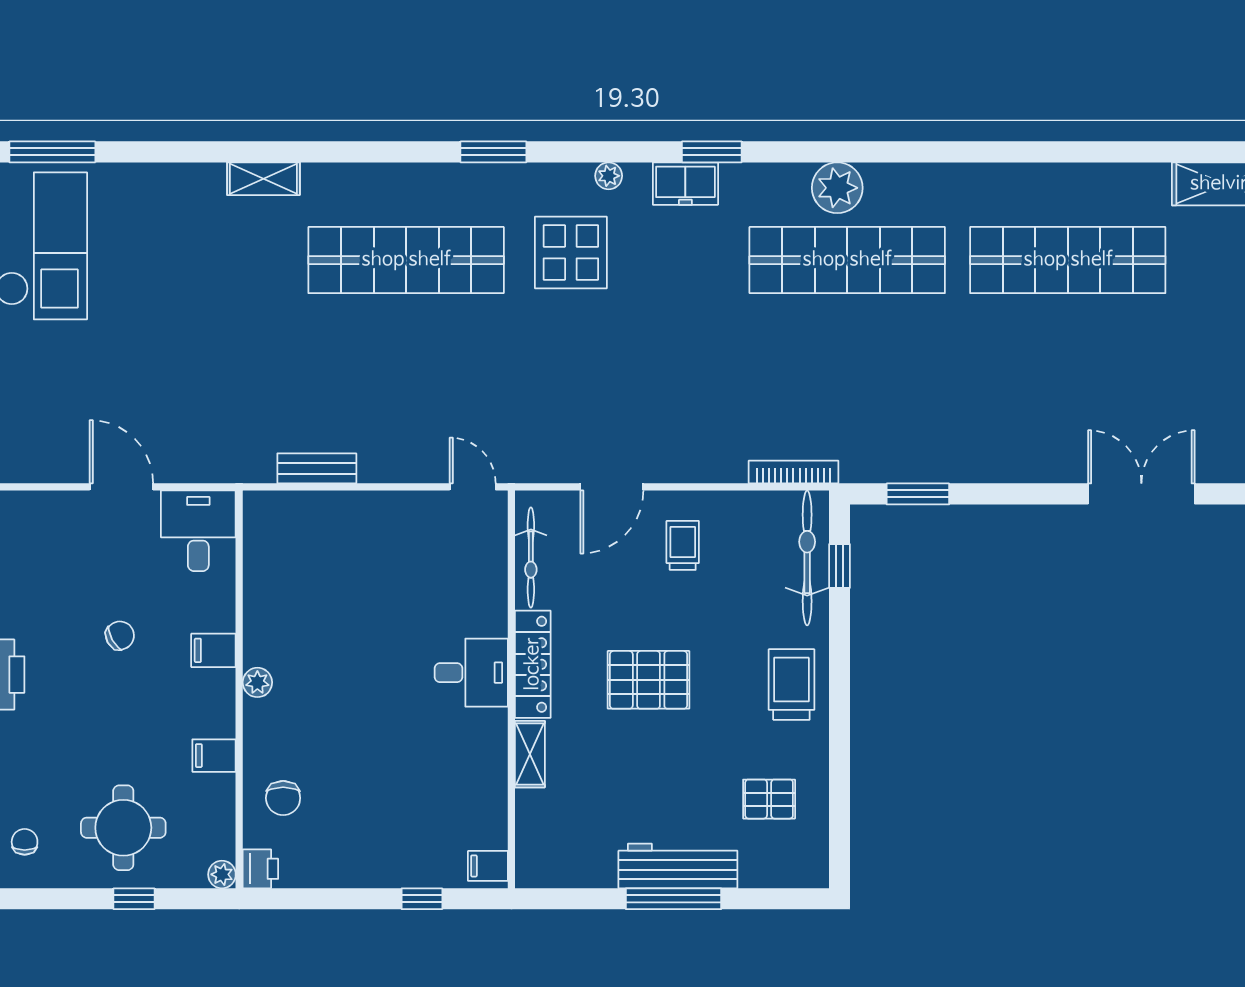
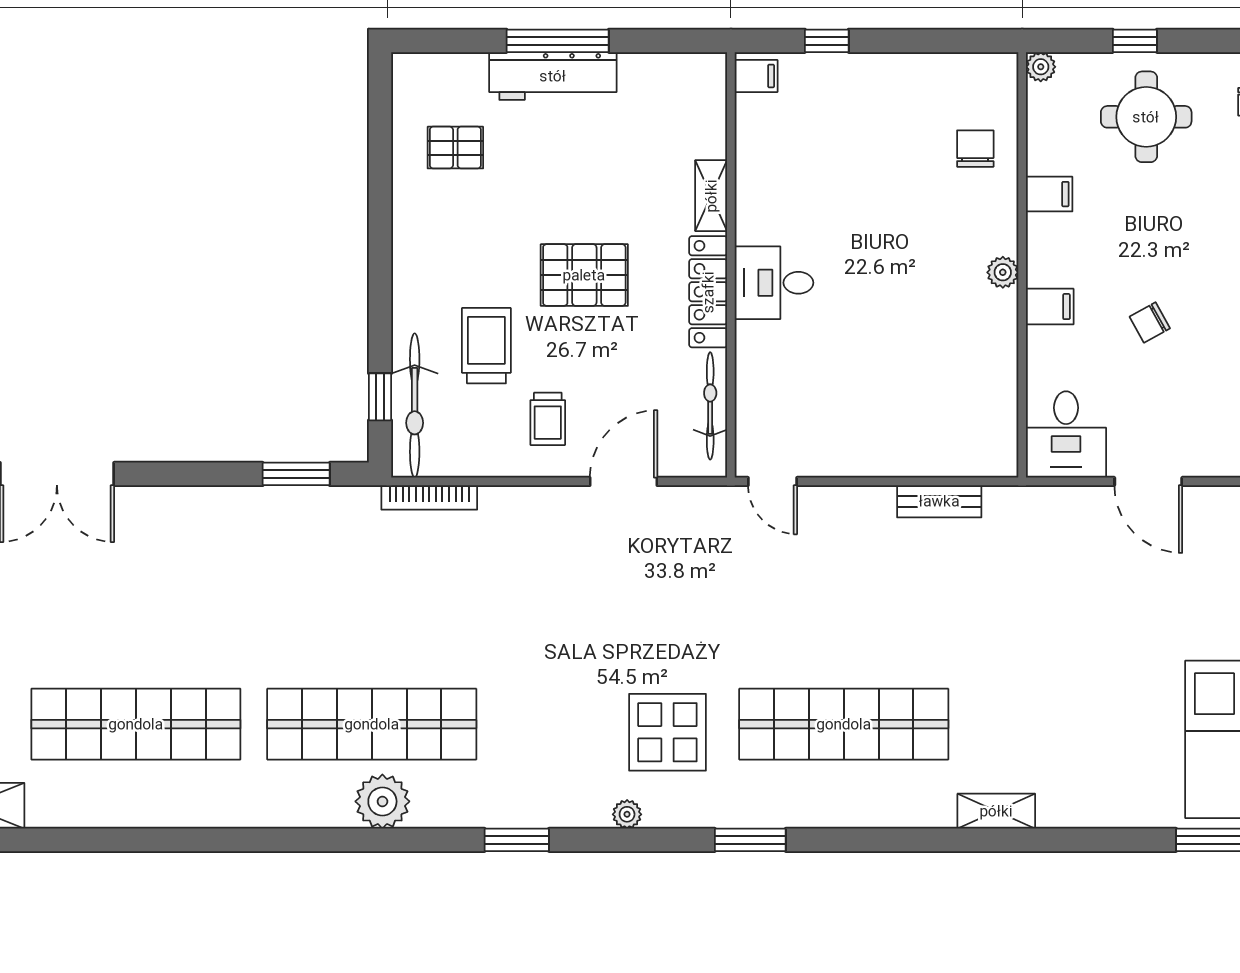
freezer: (685, 184) -> (545, 806), removed
trolley: (791, 685) -> (486, 346), moved, turned 180
printer: (260, 869) -> (1000, 73), removed

